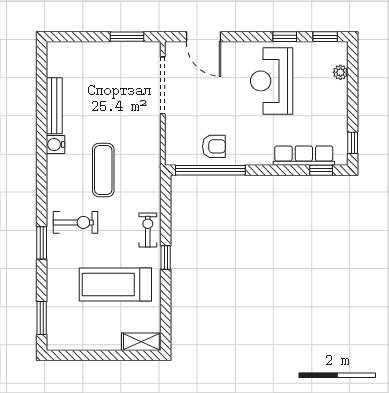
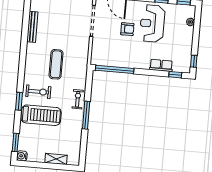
water cooler: (56, 144) -> (22, 156), moved
armchair: (214, 146) -> (127, 29), moved
row of seats: (304, 156) -> (161, 65), width x0.68
window: (166, 257) -> (86, 115), width x2.17
treadmill: (115, 285) -> (41, 115), moved, turned 180
shelving: (141, 342) -> (56, 159), moved

